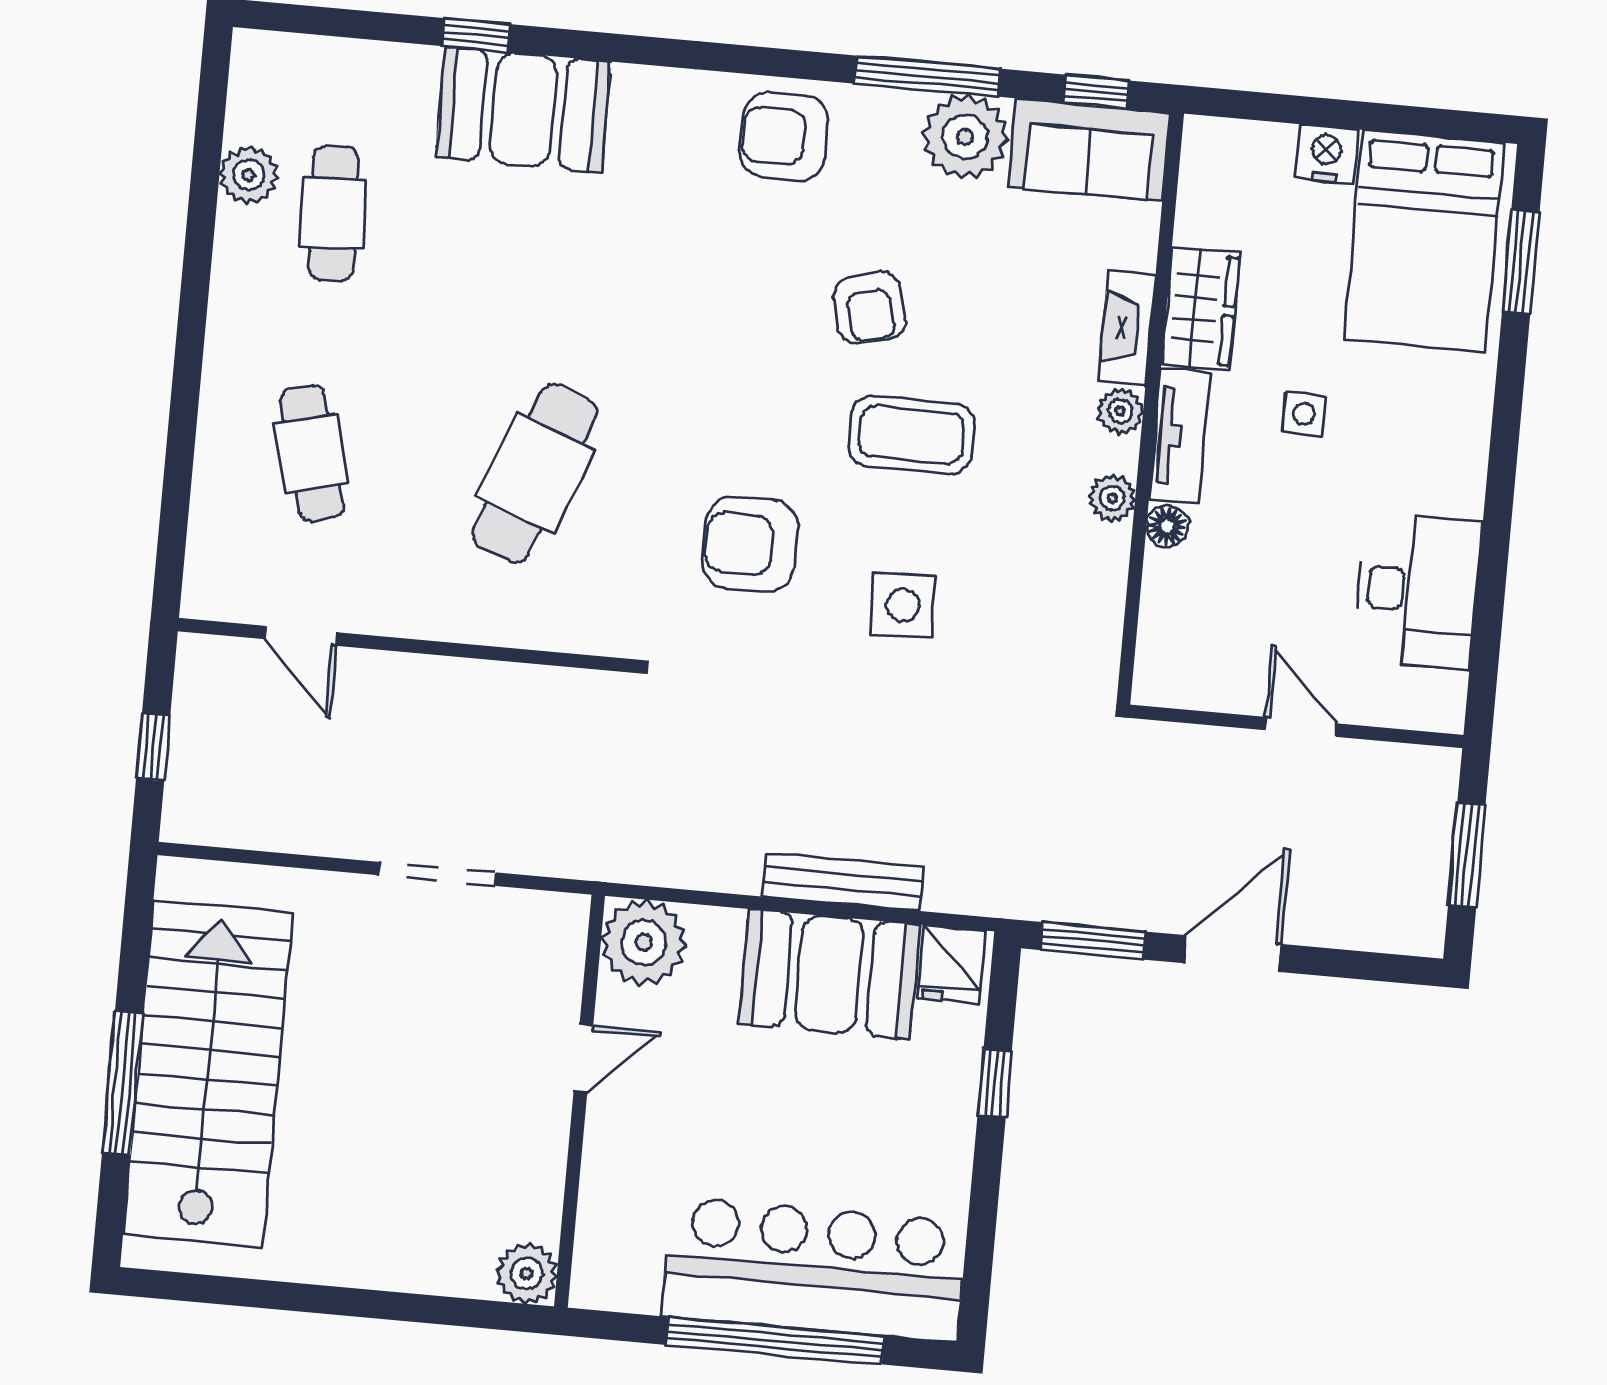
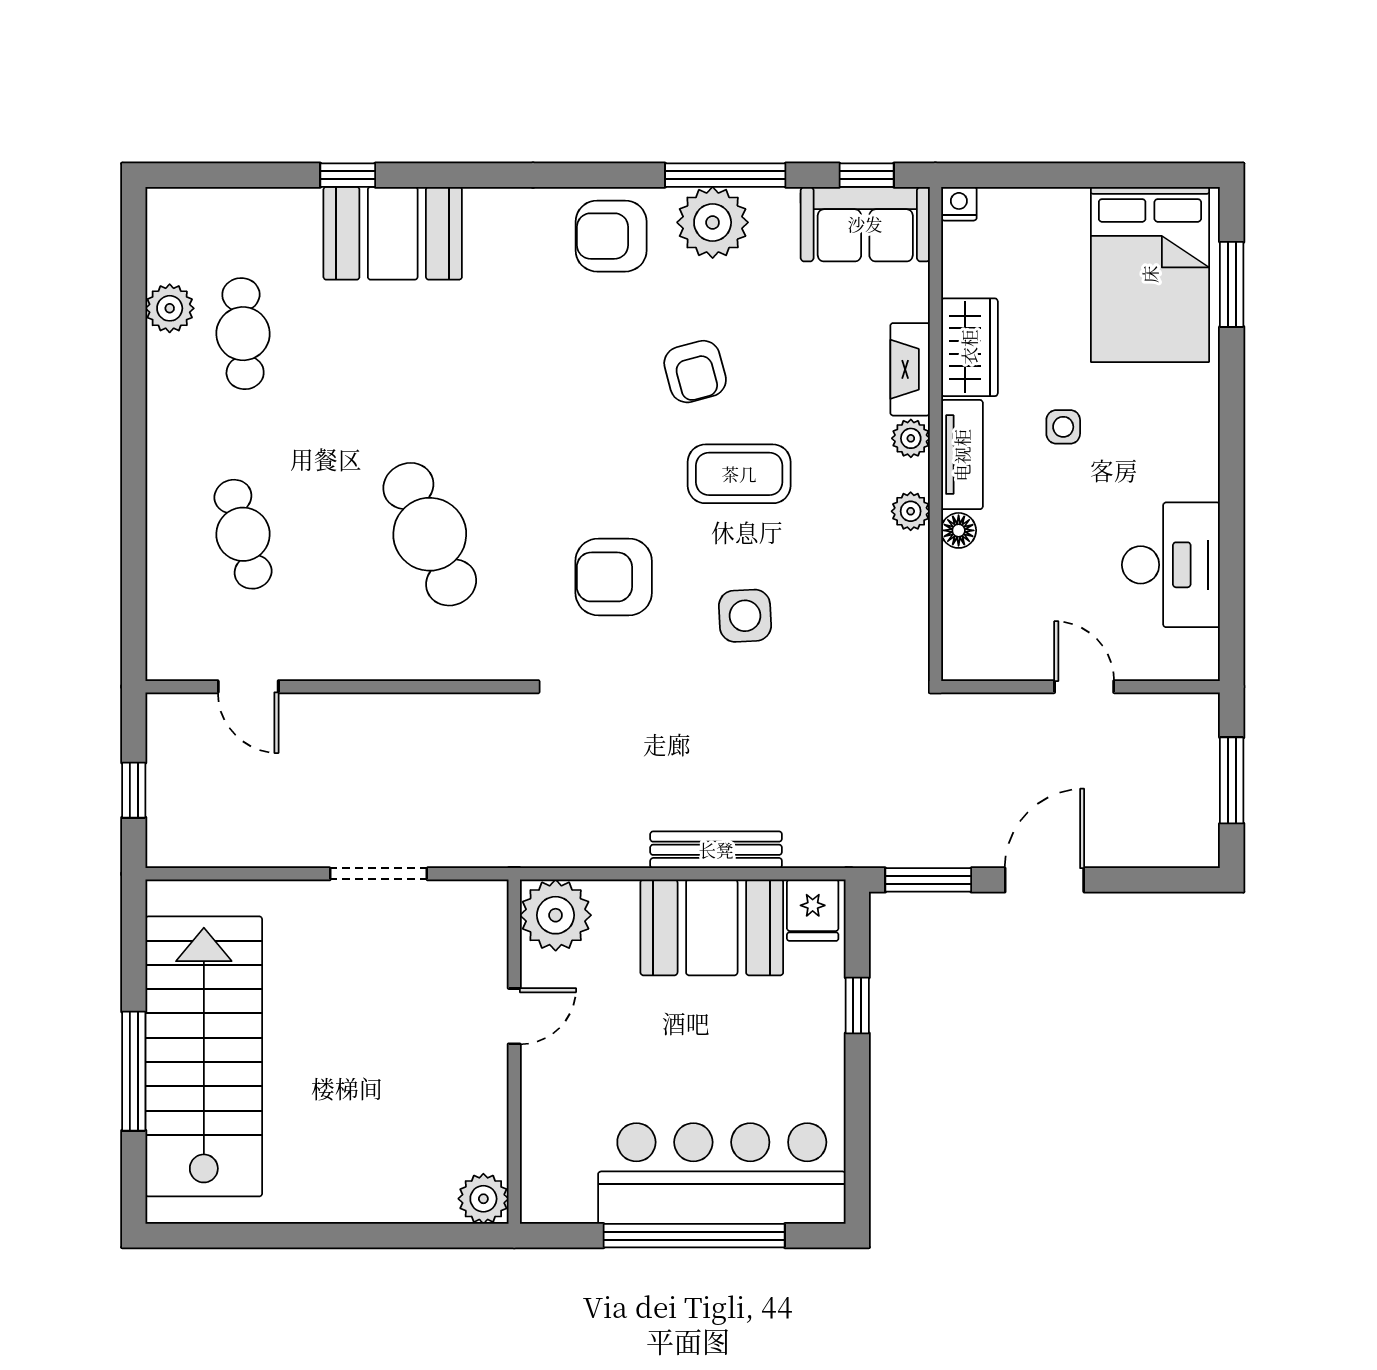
plant: (965, 137) -> (713, 222), moved
nightstand: (1326, 154) -> (959, 204), moved, width x0.72, depth x0.74
cafe table: (535, 473) -> (430, 534), turned -45

